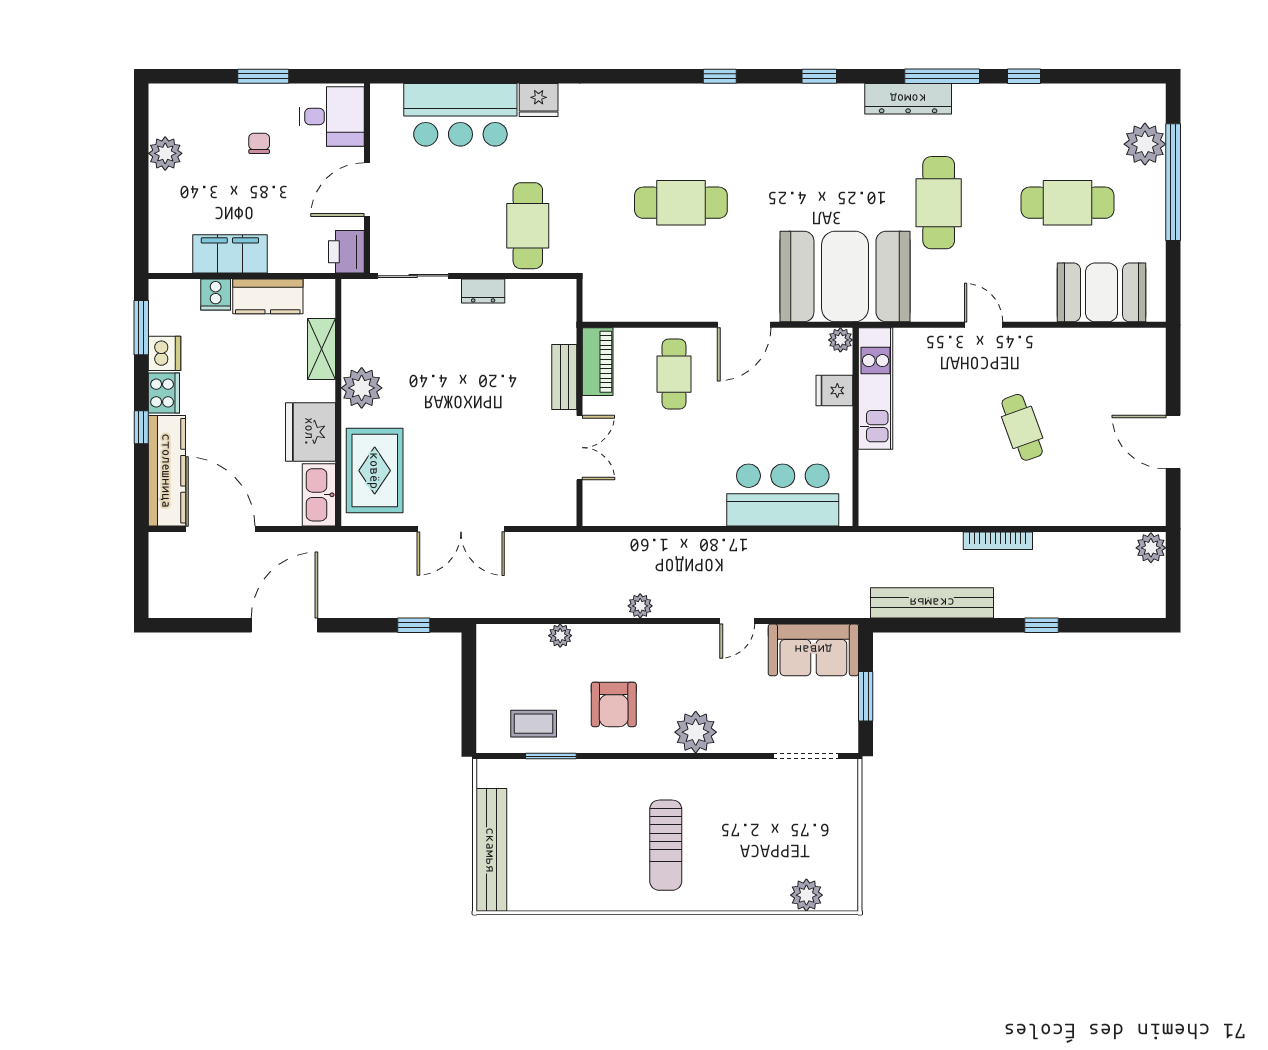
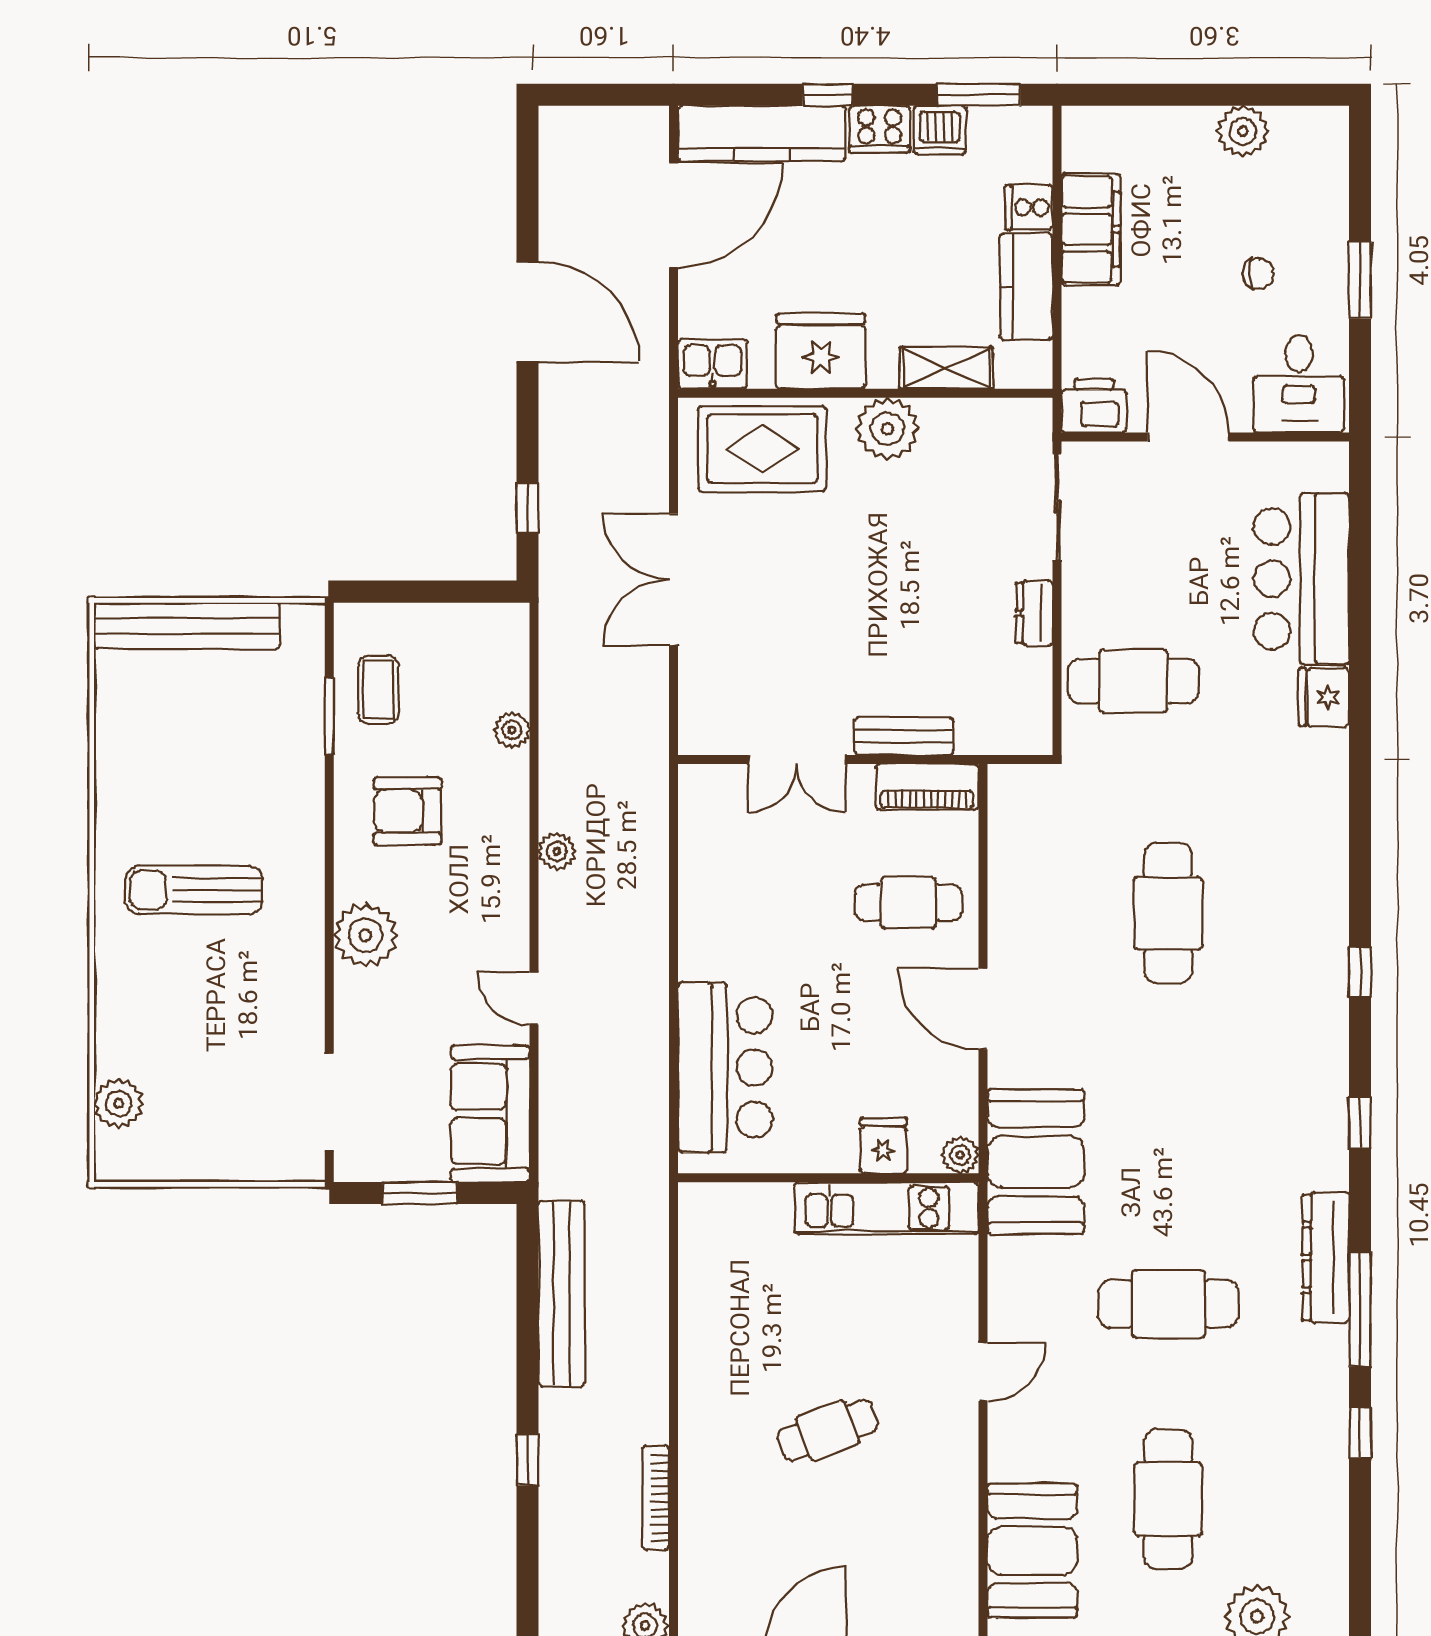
booth: (845, 277) -> (1036, 1162), width x0.73, depth x0.70
kitchen sink: (319, 495) -> (712, 364), width x0.73
bookcase: (998, 541) -> (656, 1498), moved

